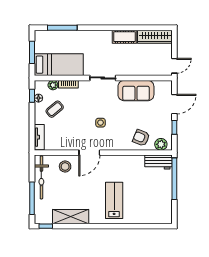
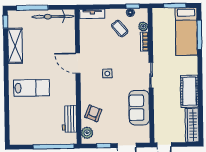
cot: (124, 37) -> (189, 91), width x1.37, depth x1.34
bed: (59, 65) -> (186, 31), moved
workbench: (158, 162) -> (70, 119), moved
stool: (65, 167) -> (64, 40), removed

